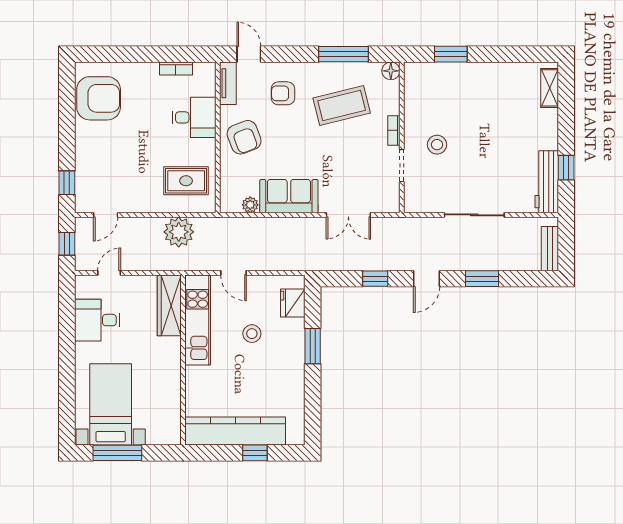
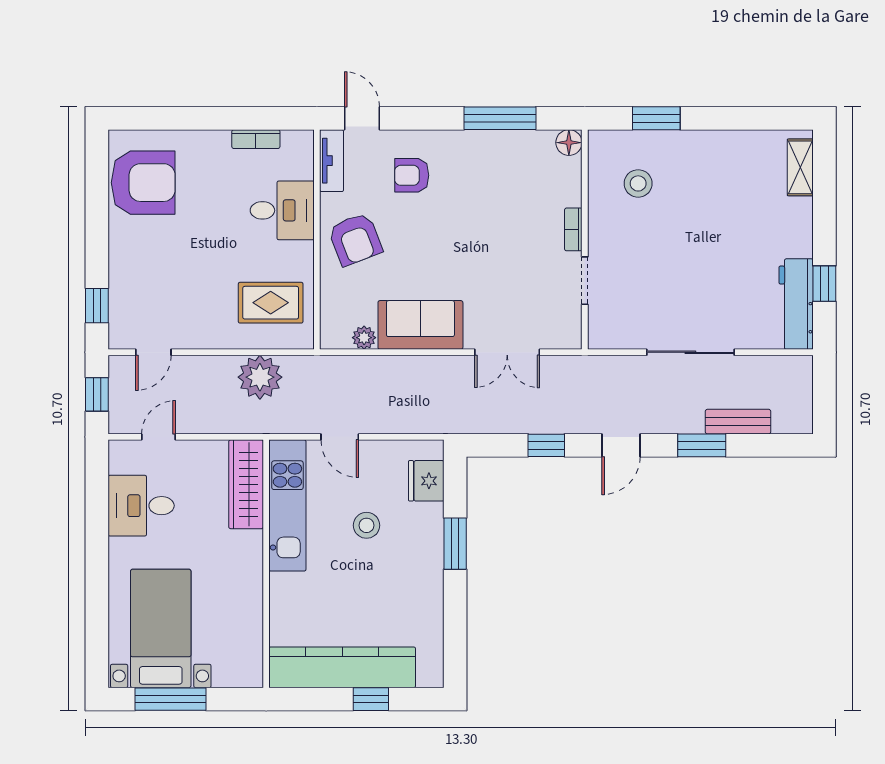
coffee table: (342, 105) -> (497, 193), removed
stool: (437, 145) -> (638, 183), moved
bench: (550, 249) -> (738, 422), moved, turned 90

